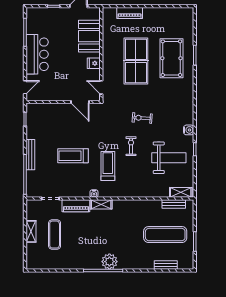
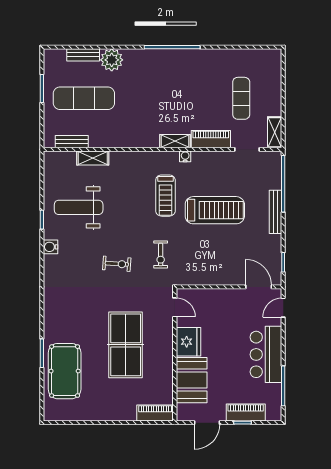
piano: (51, 13) -> (246, 412), added
piano: (130, 13) -> (155, 413), moved
pool table: (171, 58) -> (65, 371), moved
fridge: (94, 63) -> (188, 342), width x1.88, depth x1.34
door: (80, 102) -> (259, 287), moved
exercise bike: (131, 146) -> (161, 255), moved
treadmill: (73, 156) -> (215, 210), width x1.37, depth x1.38
shelving: (181, 192) -> (93, 158), moved
shelving: (31, 231) -> (275, 132), moved
plant: (109, 262) -> (112, 60), moved

